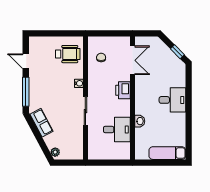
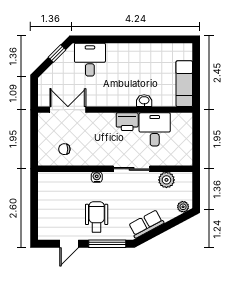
wheelchair: (68, 54) -> (97, 217), moved
printer: (123, 90) -> (127, 122), moved
desk: (172, 100) -> (90, 60), moved
plant: (77, 139) -> (166, 180), added
exam couch: (167, 153) -> (184, 84), moved

